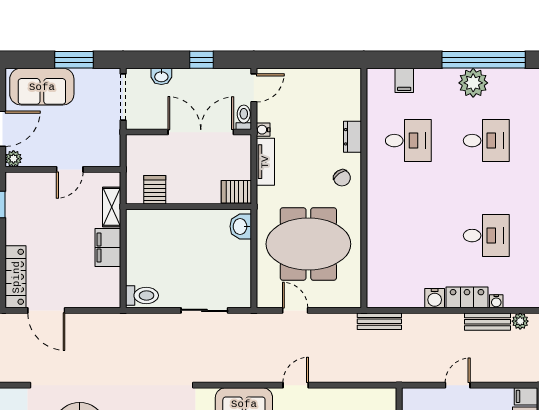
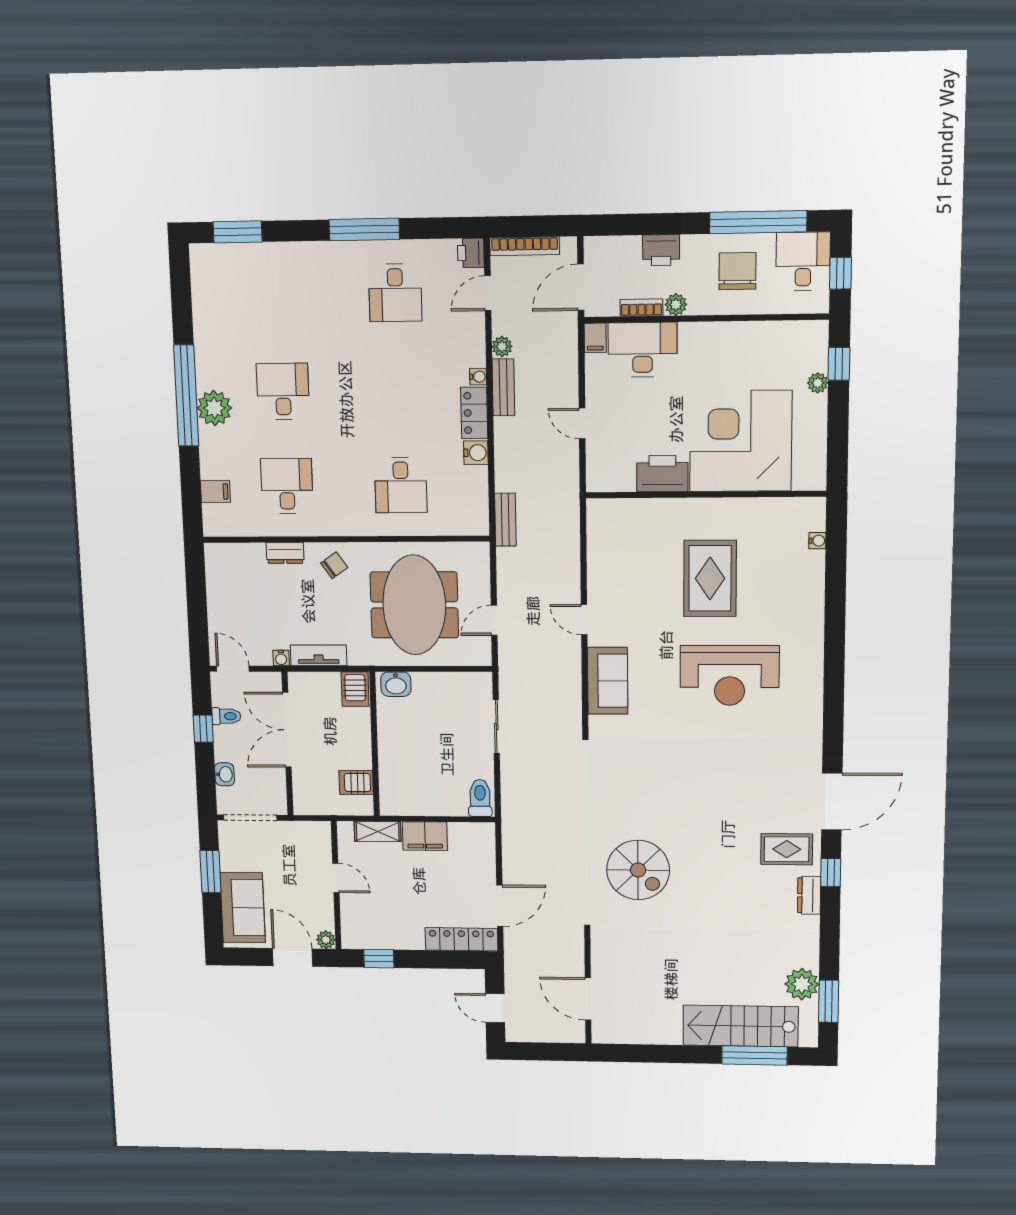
toilet: (244, 117) -> (226, 716), moved, turned 180
desk: (486, 236) -> (401, 485), moved, turned 180

